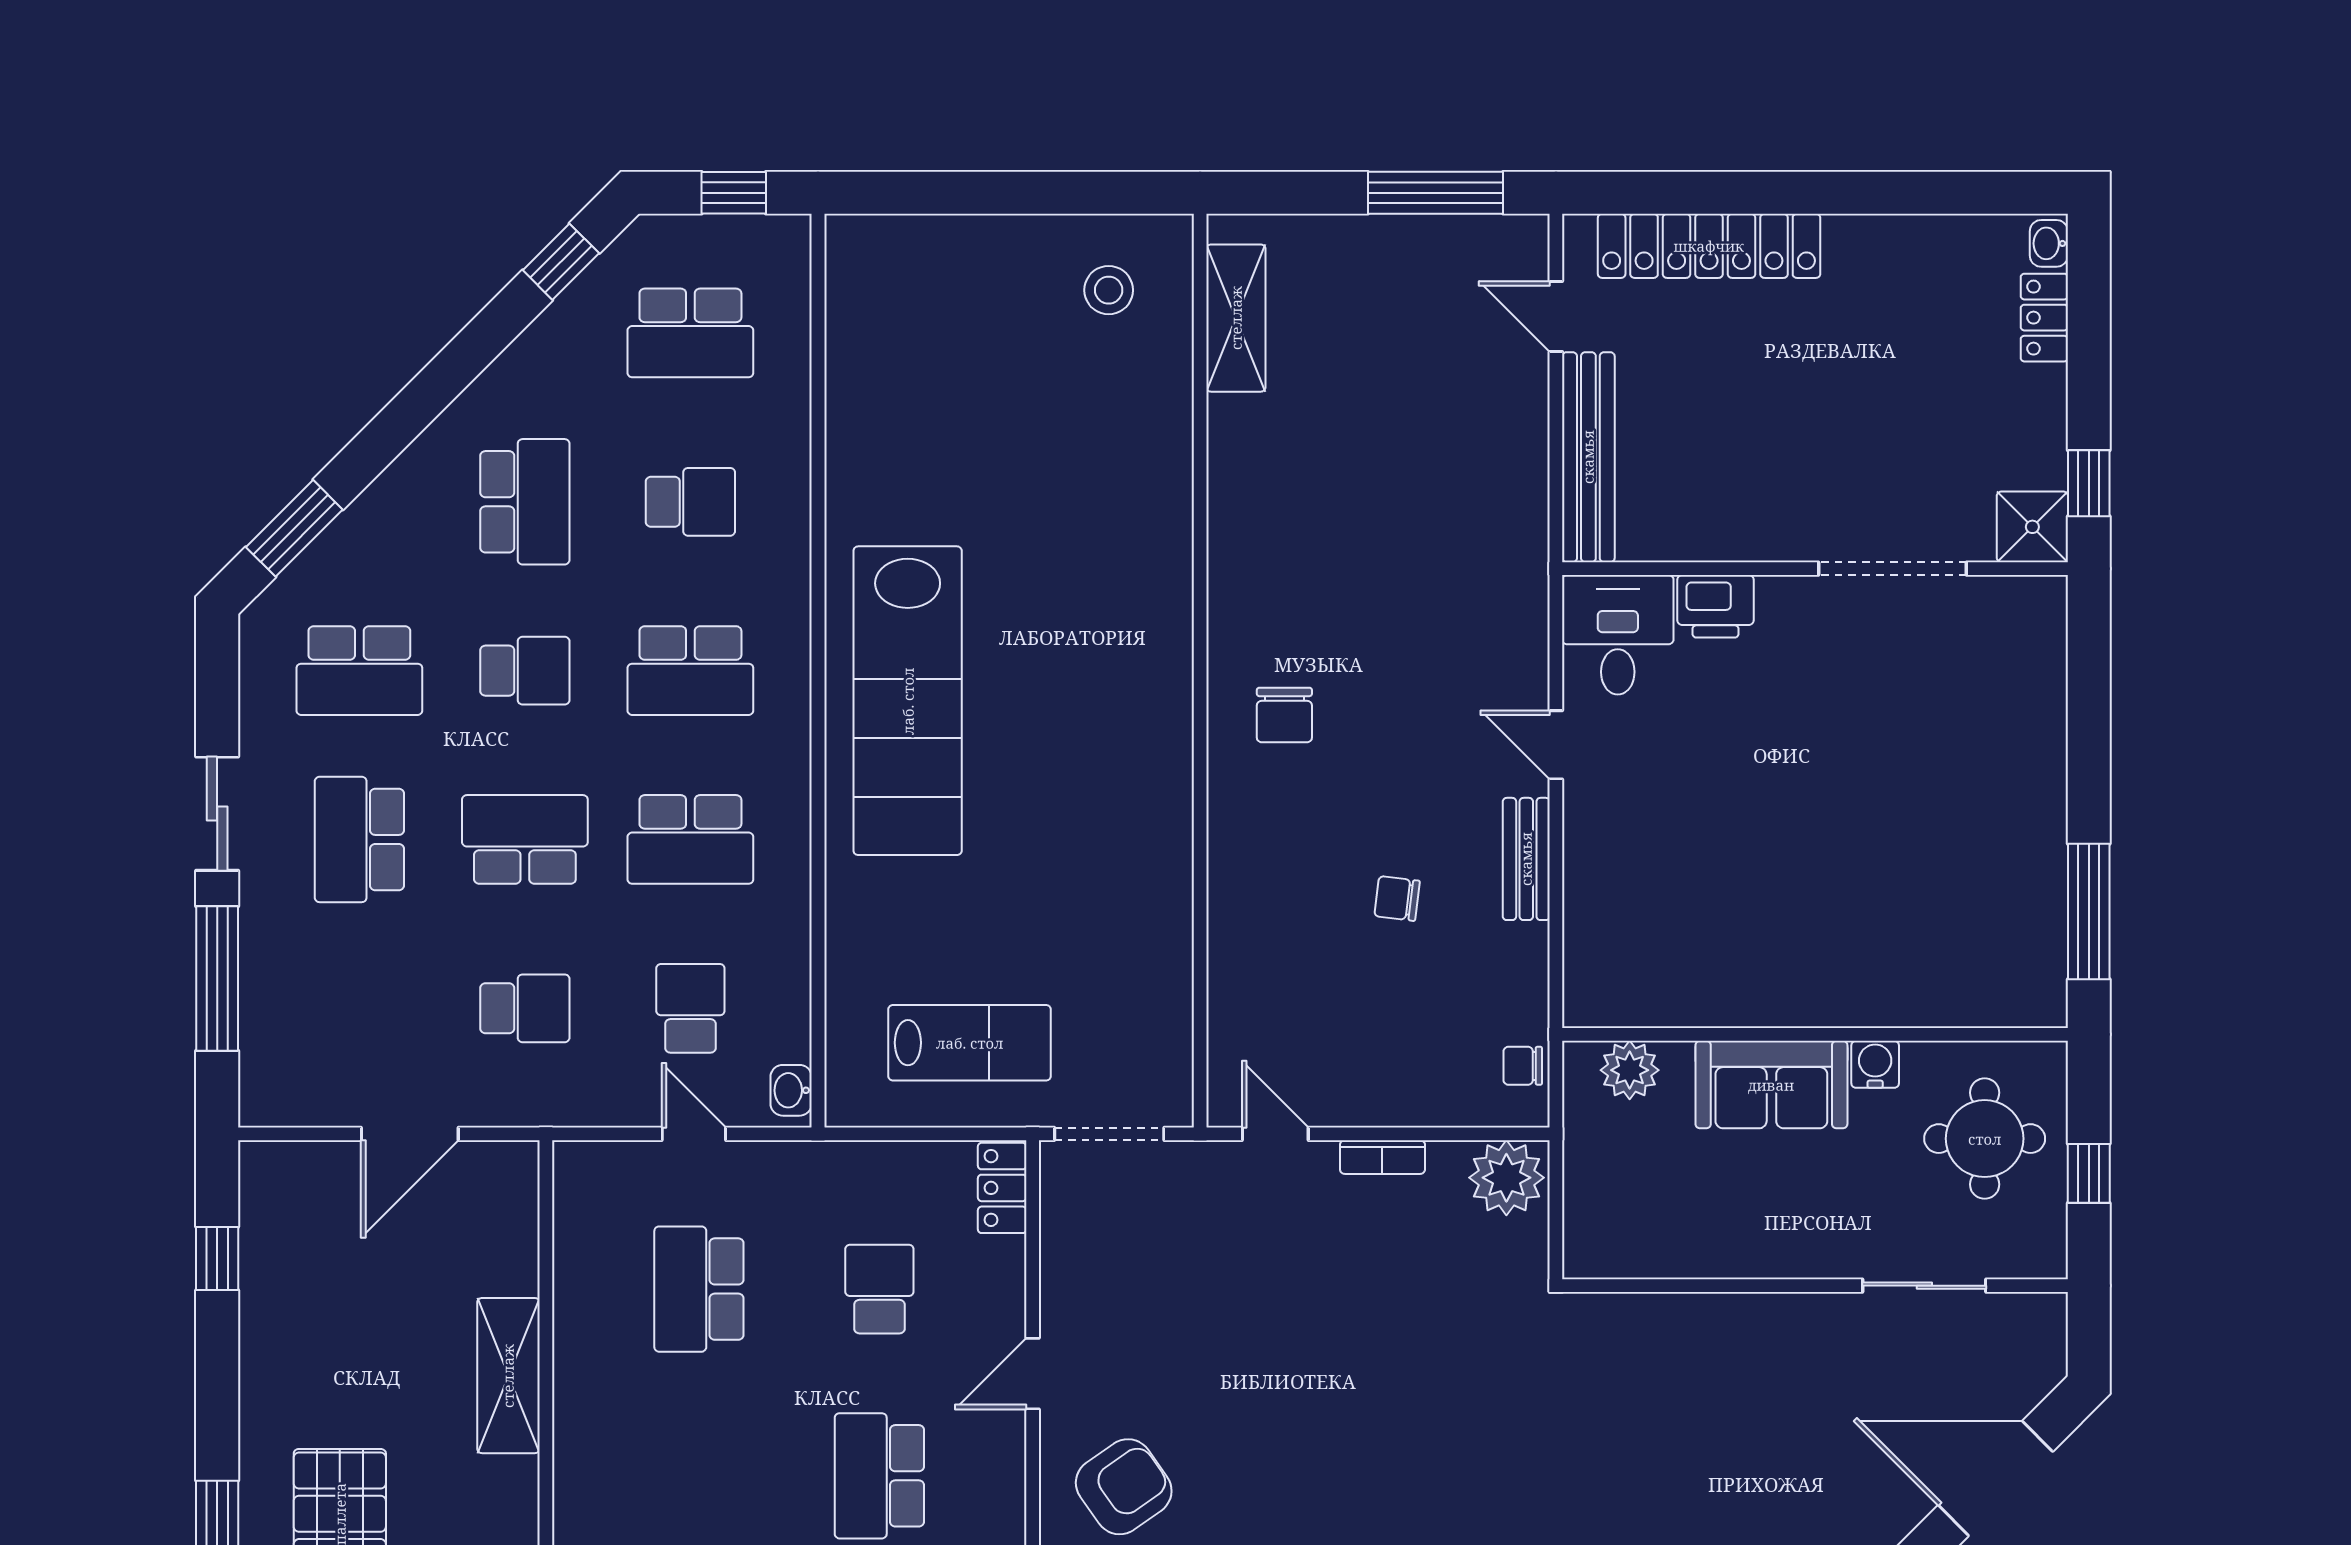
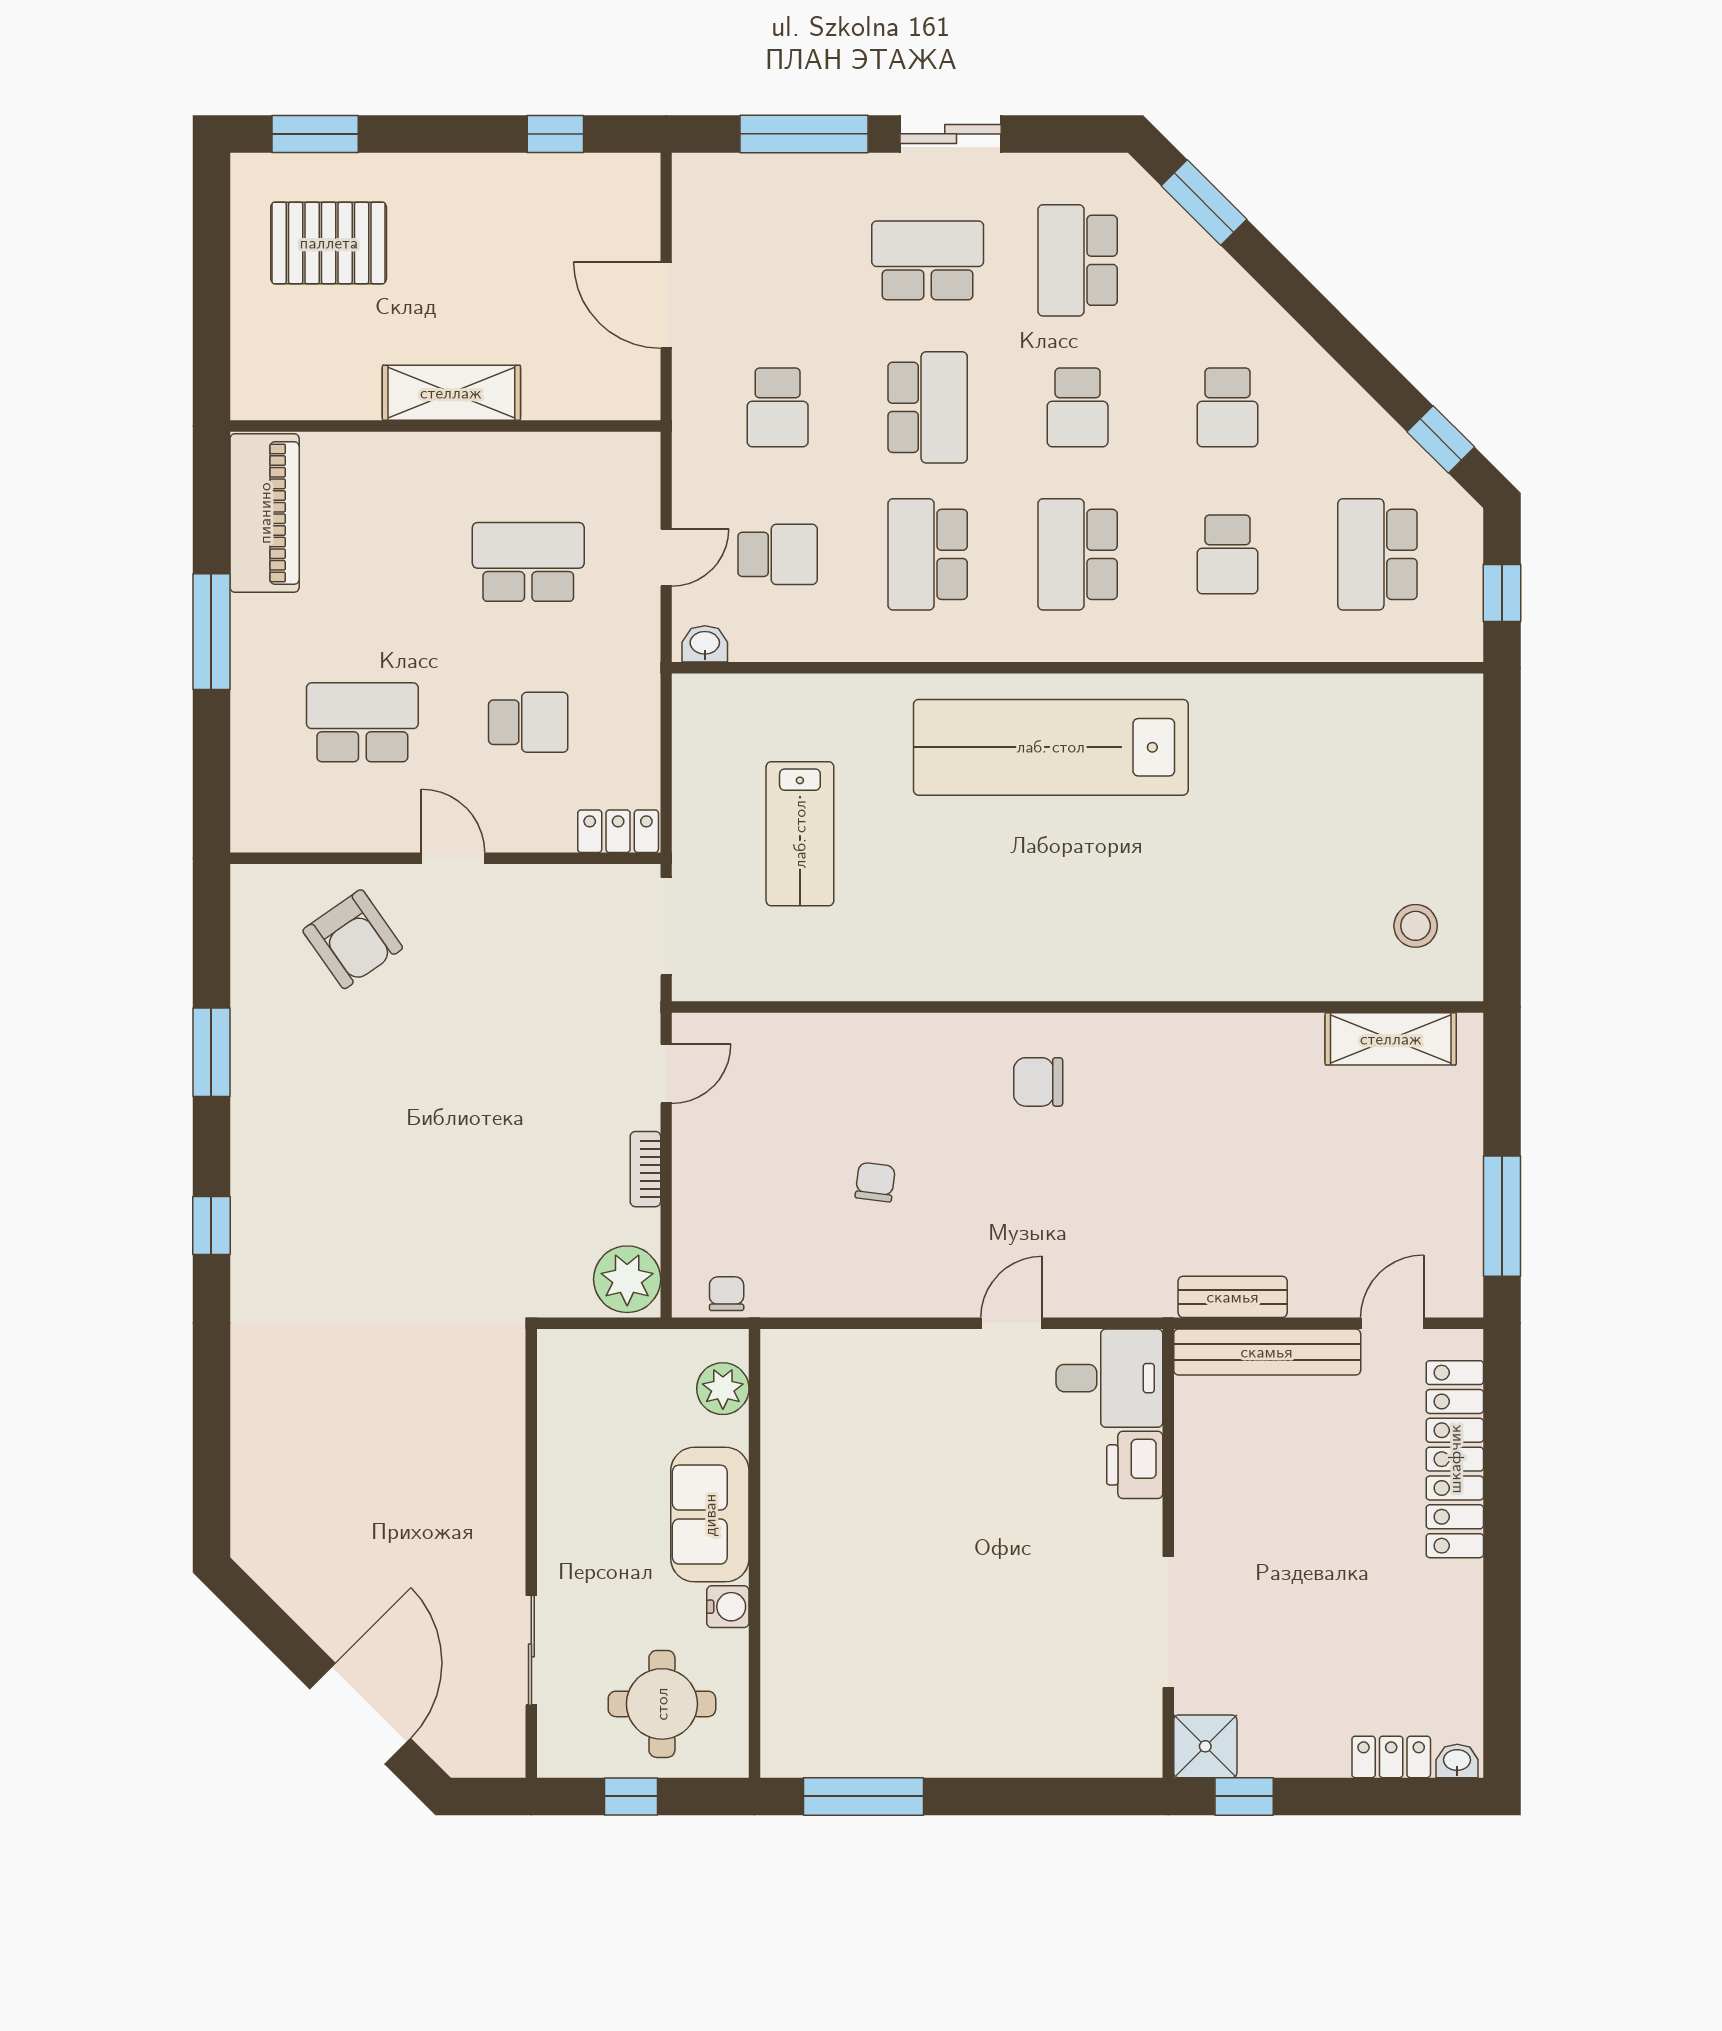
school desk: (525, 502) -> (1228, 407), width x0.54
bench: (1526, 859) -> (1233, 1297), moved
lab bench: (970, 1043) -> (800, 834), moved

